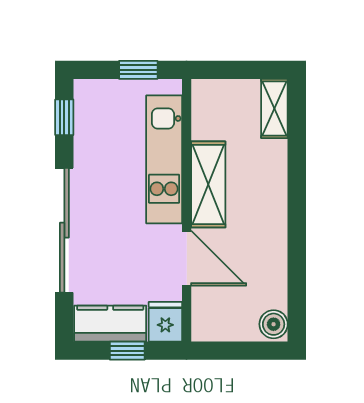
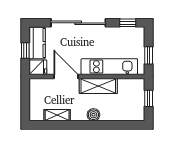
window: (236, 70) -> (149, 98), added
shelving: (274, 109) -> (57, 115), moved
door: (187, 258) -> (66, 76), swing flipped
boiler: (274, 324) -> (93, 115), moved

